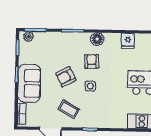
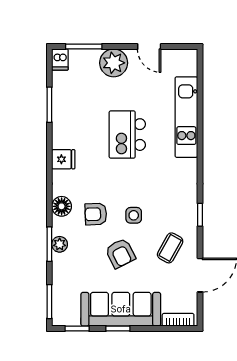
plant: (28, 36) -> (60, 244), moved
sofa: (29, 83) -> (121, 309), width x1.36

